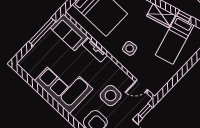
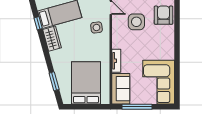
side table: (130, 48) -> (96, 27), moved
corner sofa: (64, 85) -> (159, 82), moved

